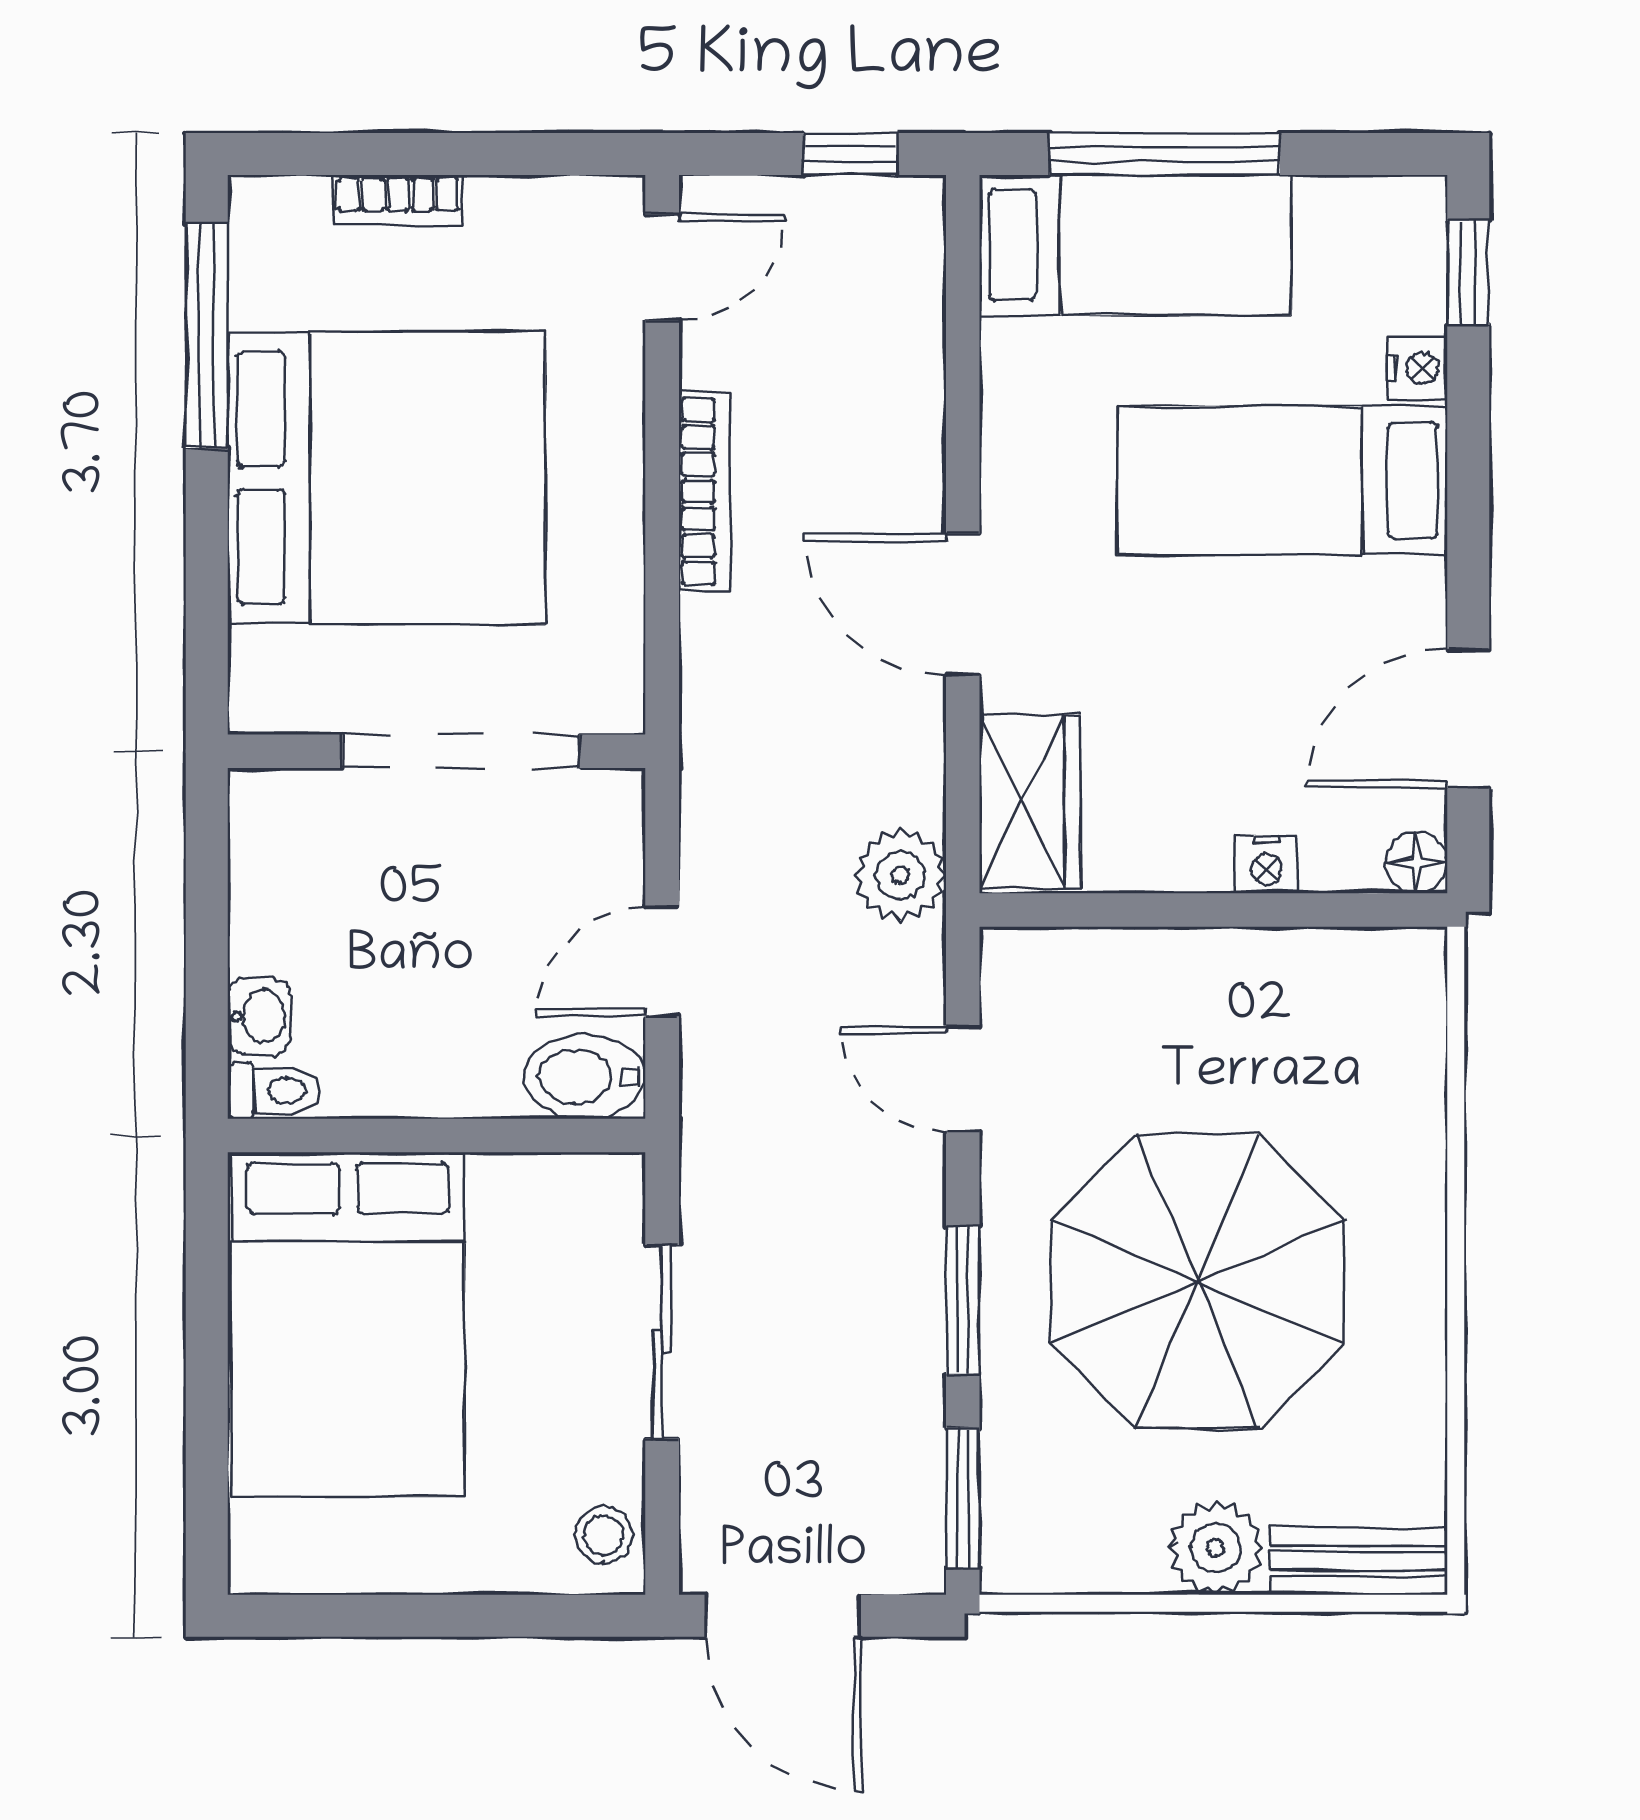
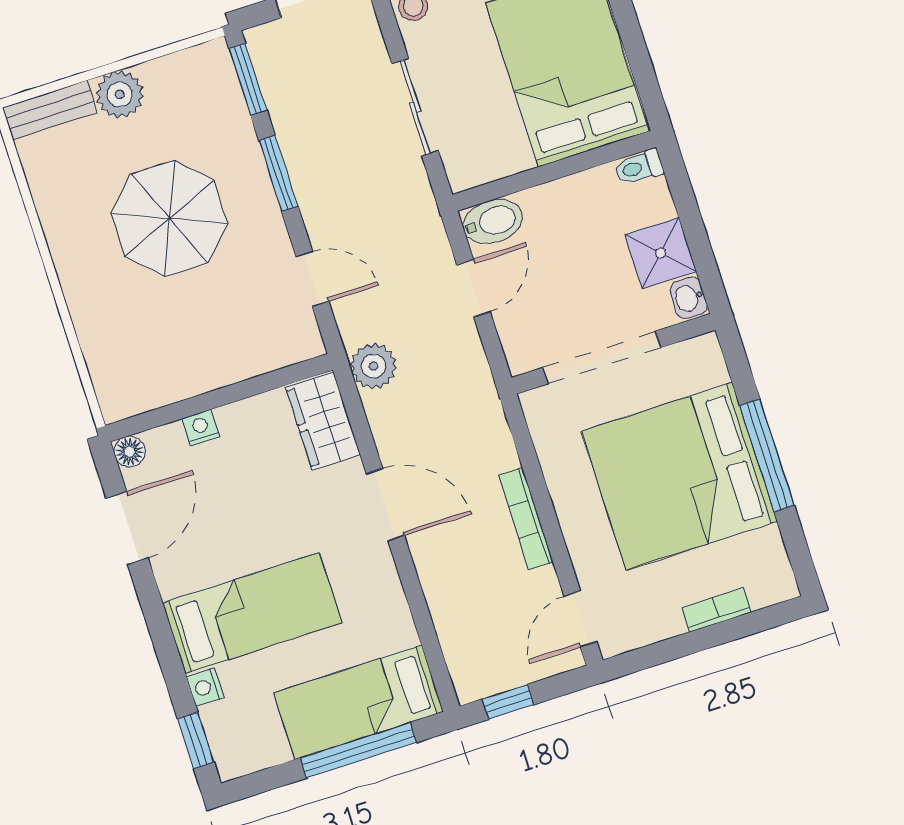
window: (207, 336) -> (767, 455), moved
shower: (285, 914) -> (661, 253), added
washbasin: (259, 1016) -> (689, 298), moved
parasol: (1198, 1282) -> (169, 218), width x0.73, depth x0.73

